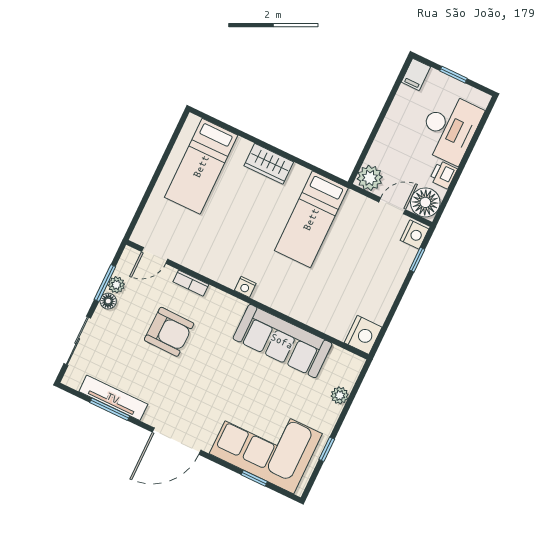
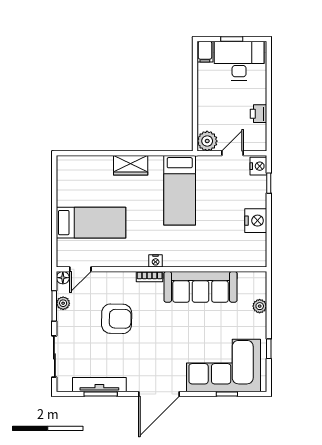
desk: (450, 128) -> (239, 61), moved, turned -90
bed: (201, 166) -> (91, 223), moved, turned -90
floor lamp: (425, 202) -> (255, 140), removed
bookcase: (191, 283) -> (150, 277), moved
floor lamp: (108, 301) -> (63, 278), moved
nightstand: (363, 335) -> (256, 221), moved

